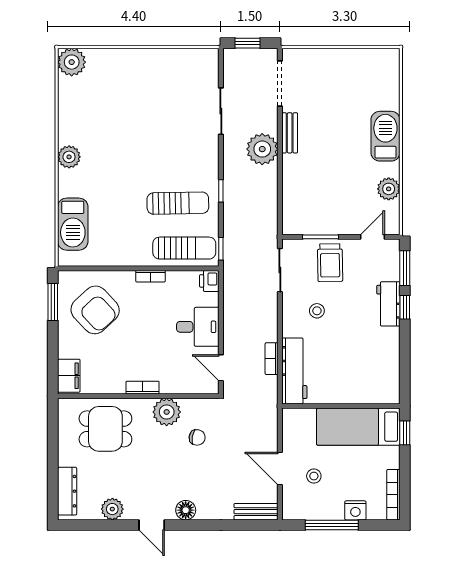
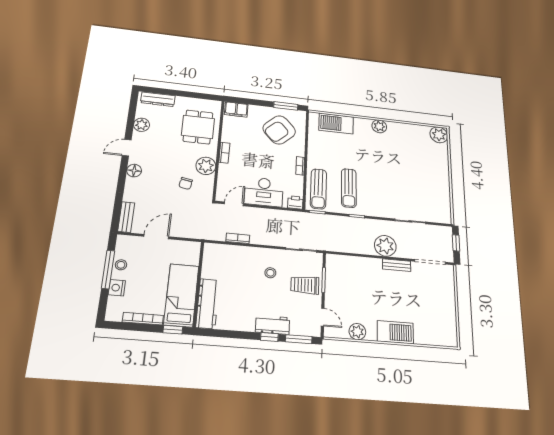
desk: (198, 327) -> (264, 192), width x1.37
workbench: (294, 371) -> (208, 304), moved, turned -90
stool: (314, 476) -> (121, 265), moved
bookcase: (393, 495) -> (143, 319), moved

